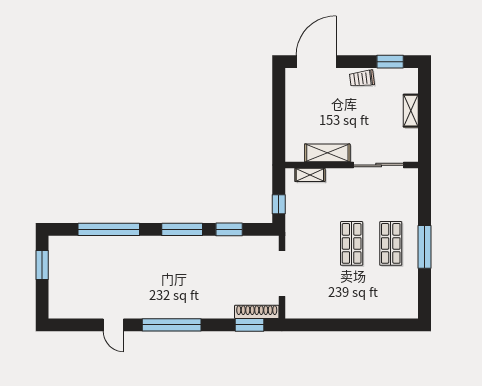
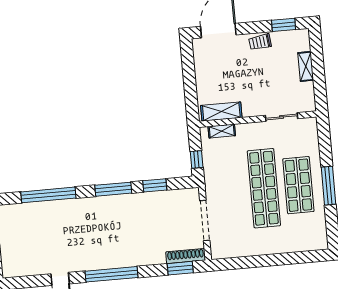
shelving: (327, 153) -> (221, 112), moved
sliding door: (379, 165) -> (281, 117), width x0.73
shop shelf: (352, 243) -> (264, 188), width x2.00, depth x1.36
shop shelf: (391, 243) -> (298, 185), width x1.43, depth x1.36

